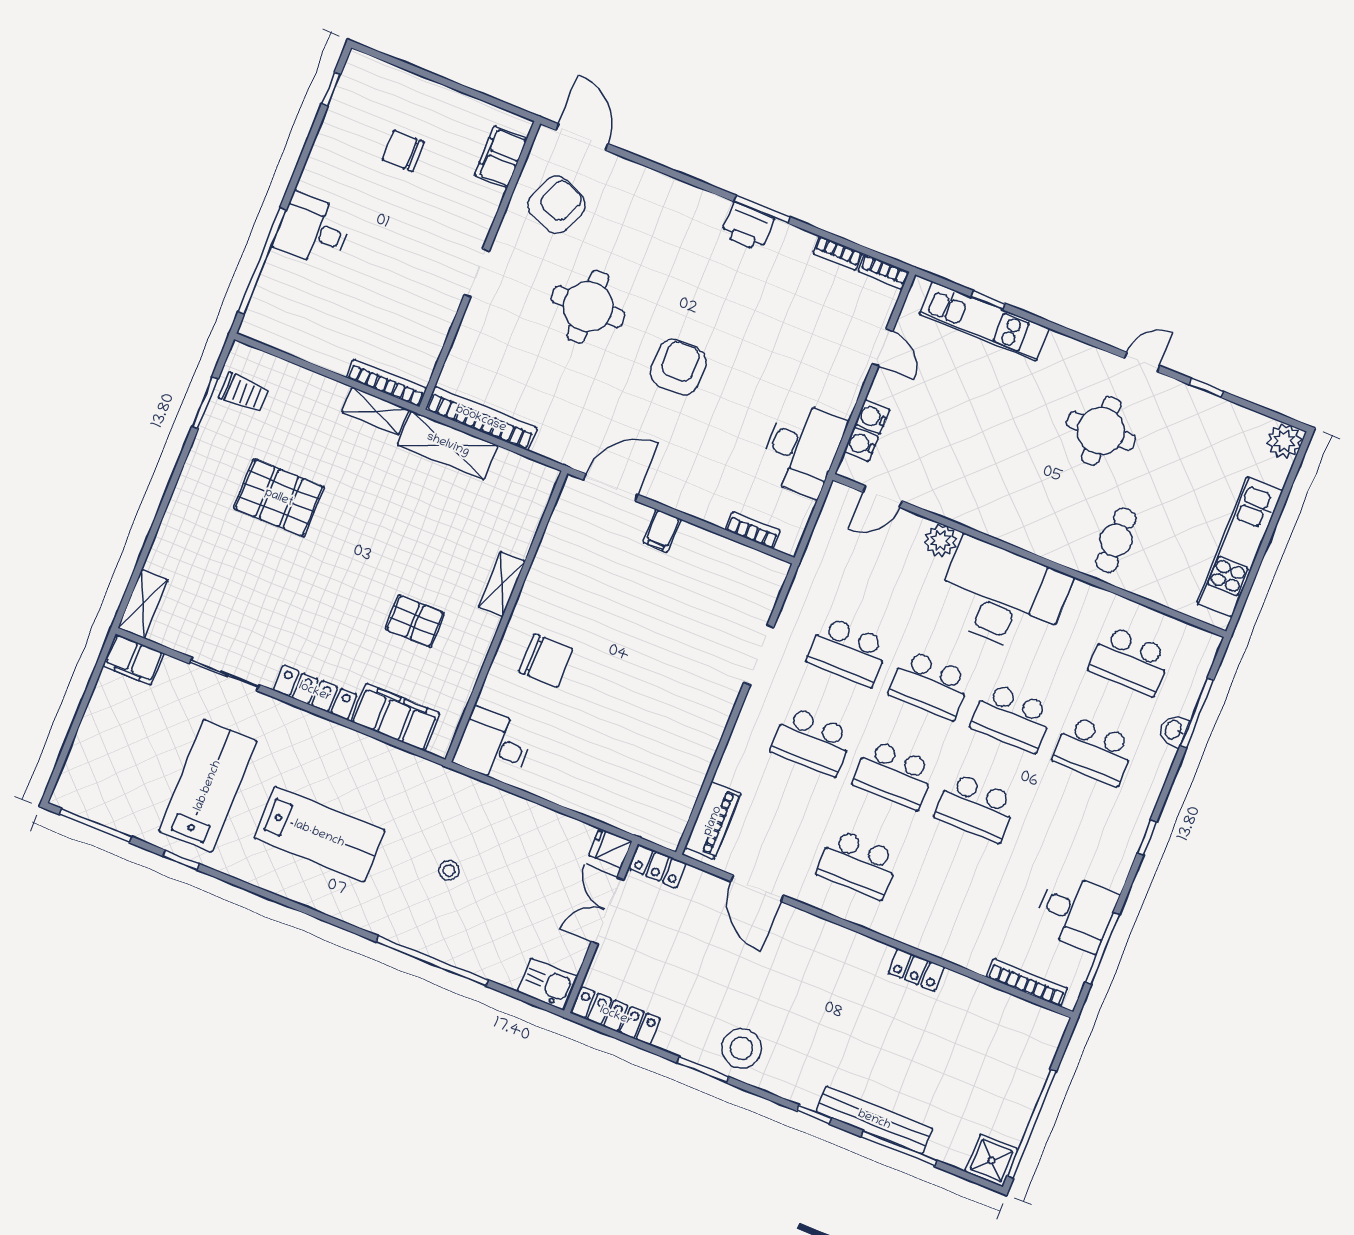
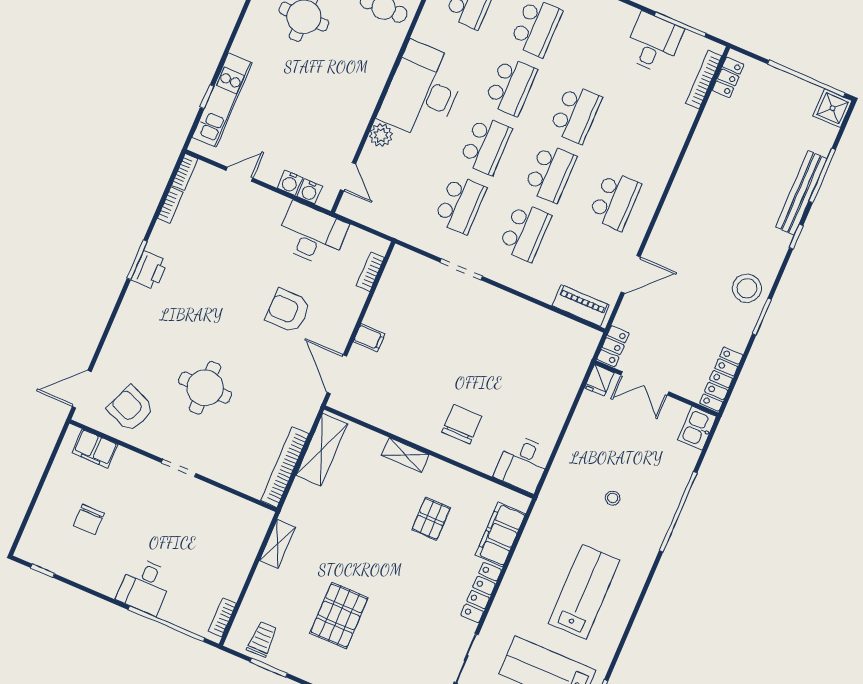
armchair: (678, 367) -> (288, 311), moved
bookcase: (387, 383) -> (222, 617), moved, width x0.64
shelving: (448, 445) -> (322, 450), moved
locker: (916, 970) -> (728, 77), moved

